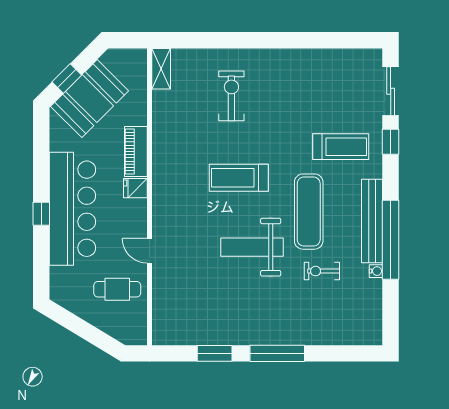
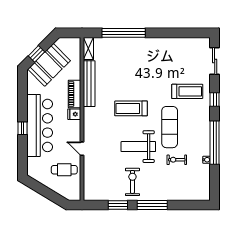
window: (225, 40) -> (124, 33), added
exercise bike: (231, 96) -> (132, 182), moved
window: (391, 142) -> (215, 99), moved
bench: (372, 221) -> (89, 84), moved

